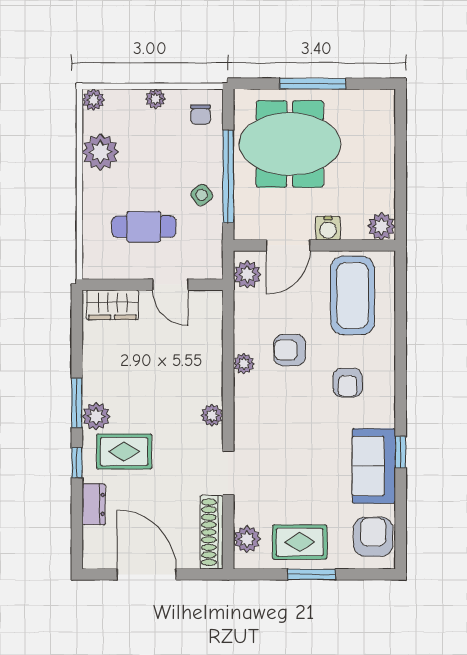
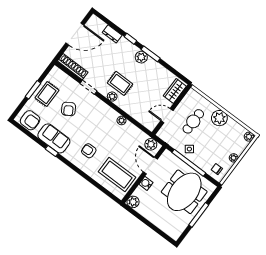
plant: (100, 152) -> (219, 118), moved
armchair: (290, 350) -> (69, 109), moved, turned 149
rug: (124, 452) -> (120, 83), moved, turned 90
plant: (247, 539) -> (61, 77), removed

